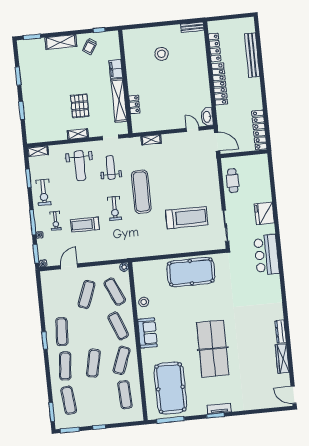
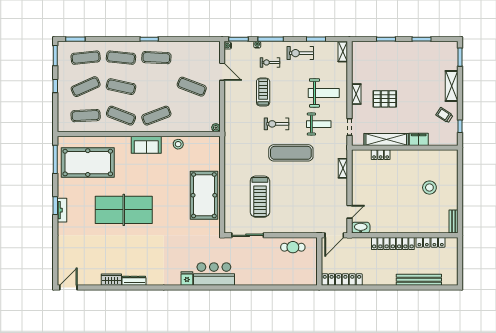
weight bench: (80, 166) -> (324, 93), turned 180
fridge: (264, 213) -> (187, 278), moved, width x0.53, depth x0.75
exercise mat: (115, 292) -> (86, 87), moved
wardrobe: (282, 359) -> (111, 280), width x0.67

